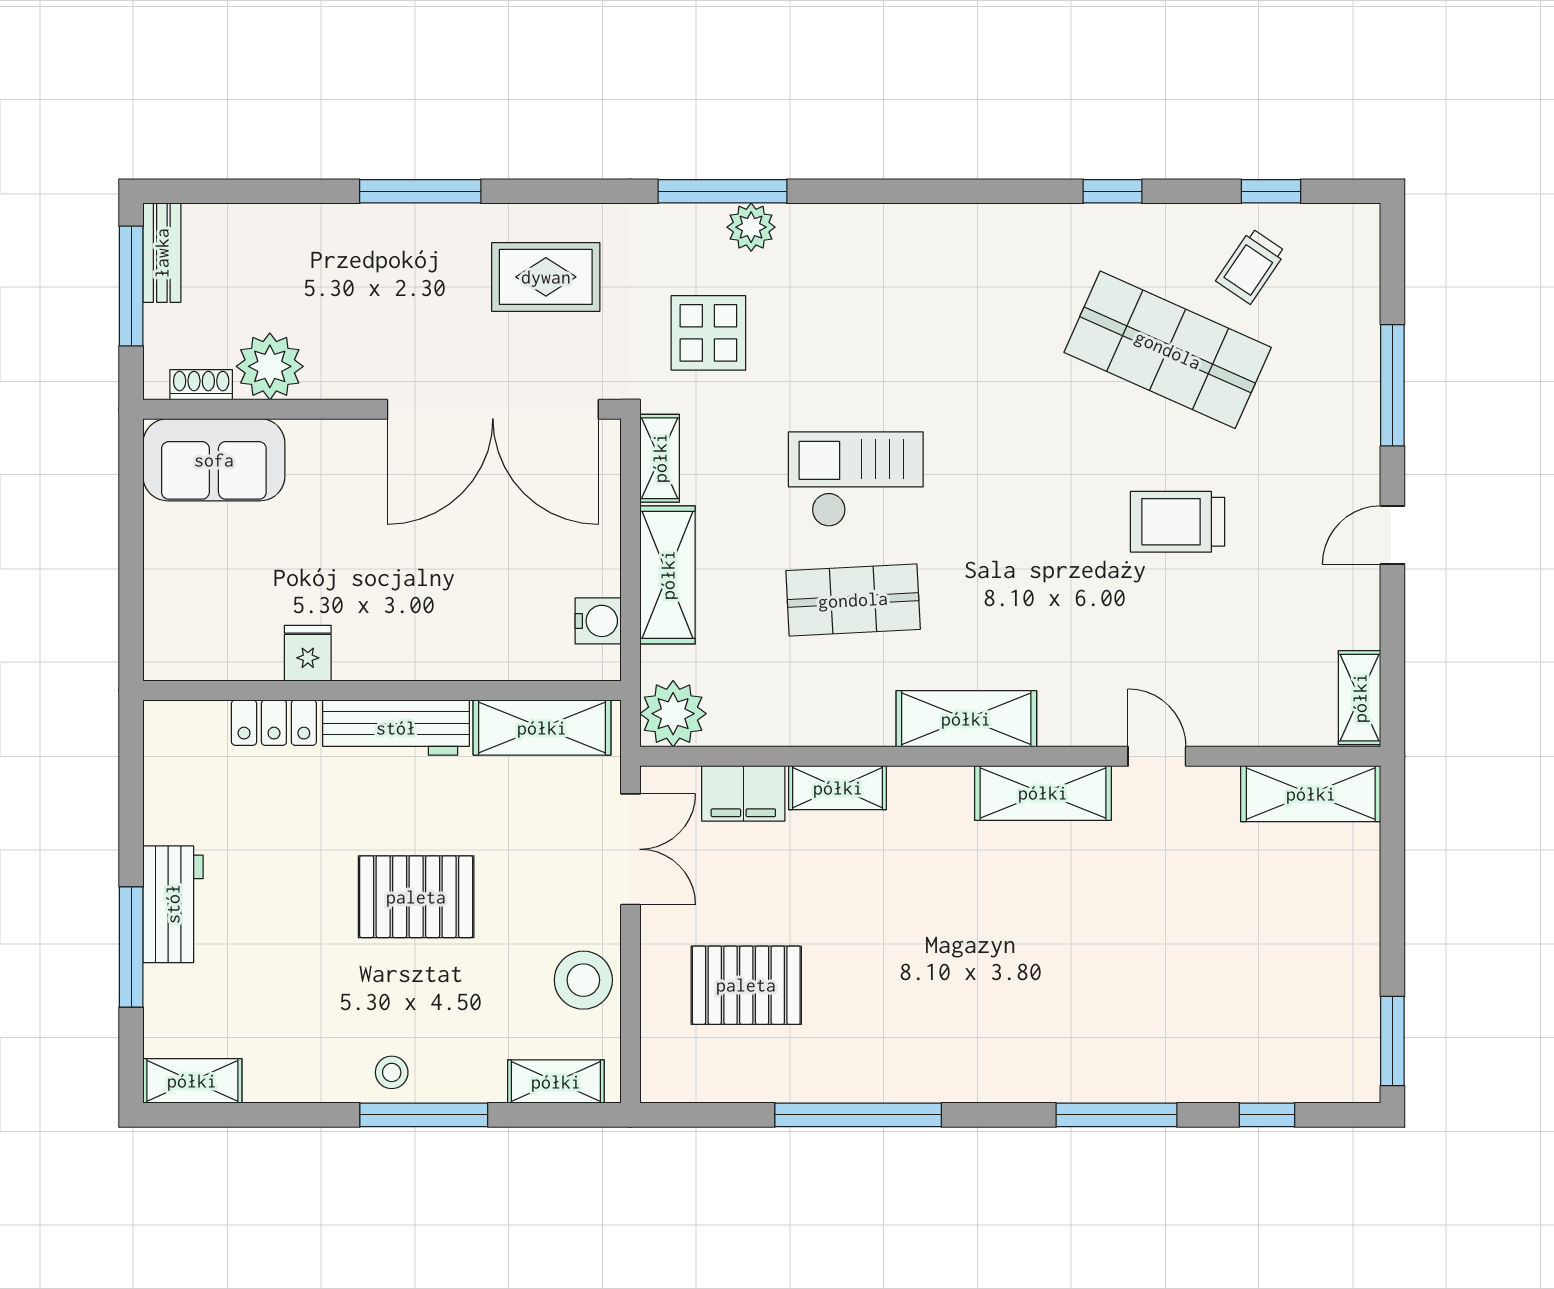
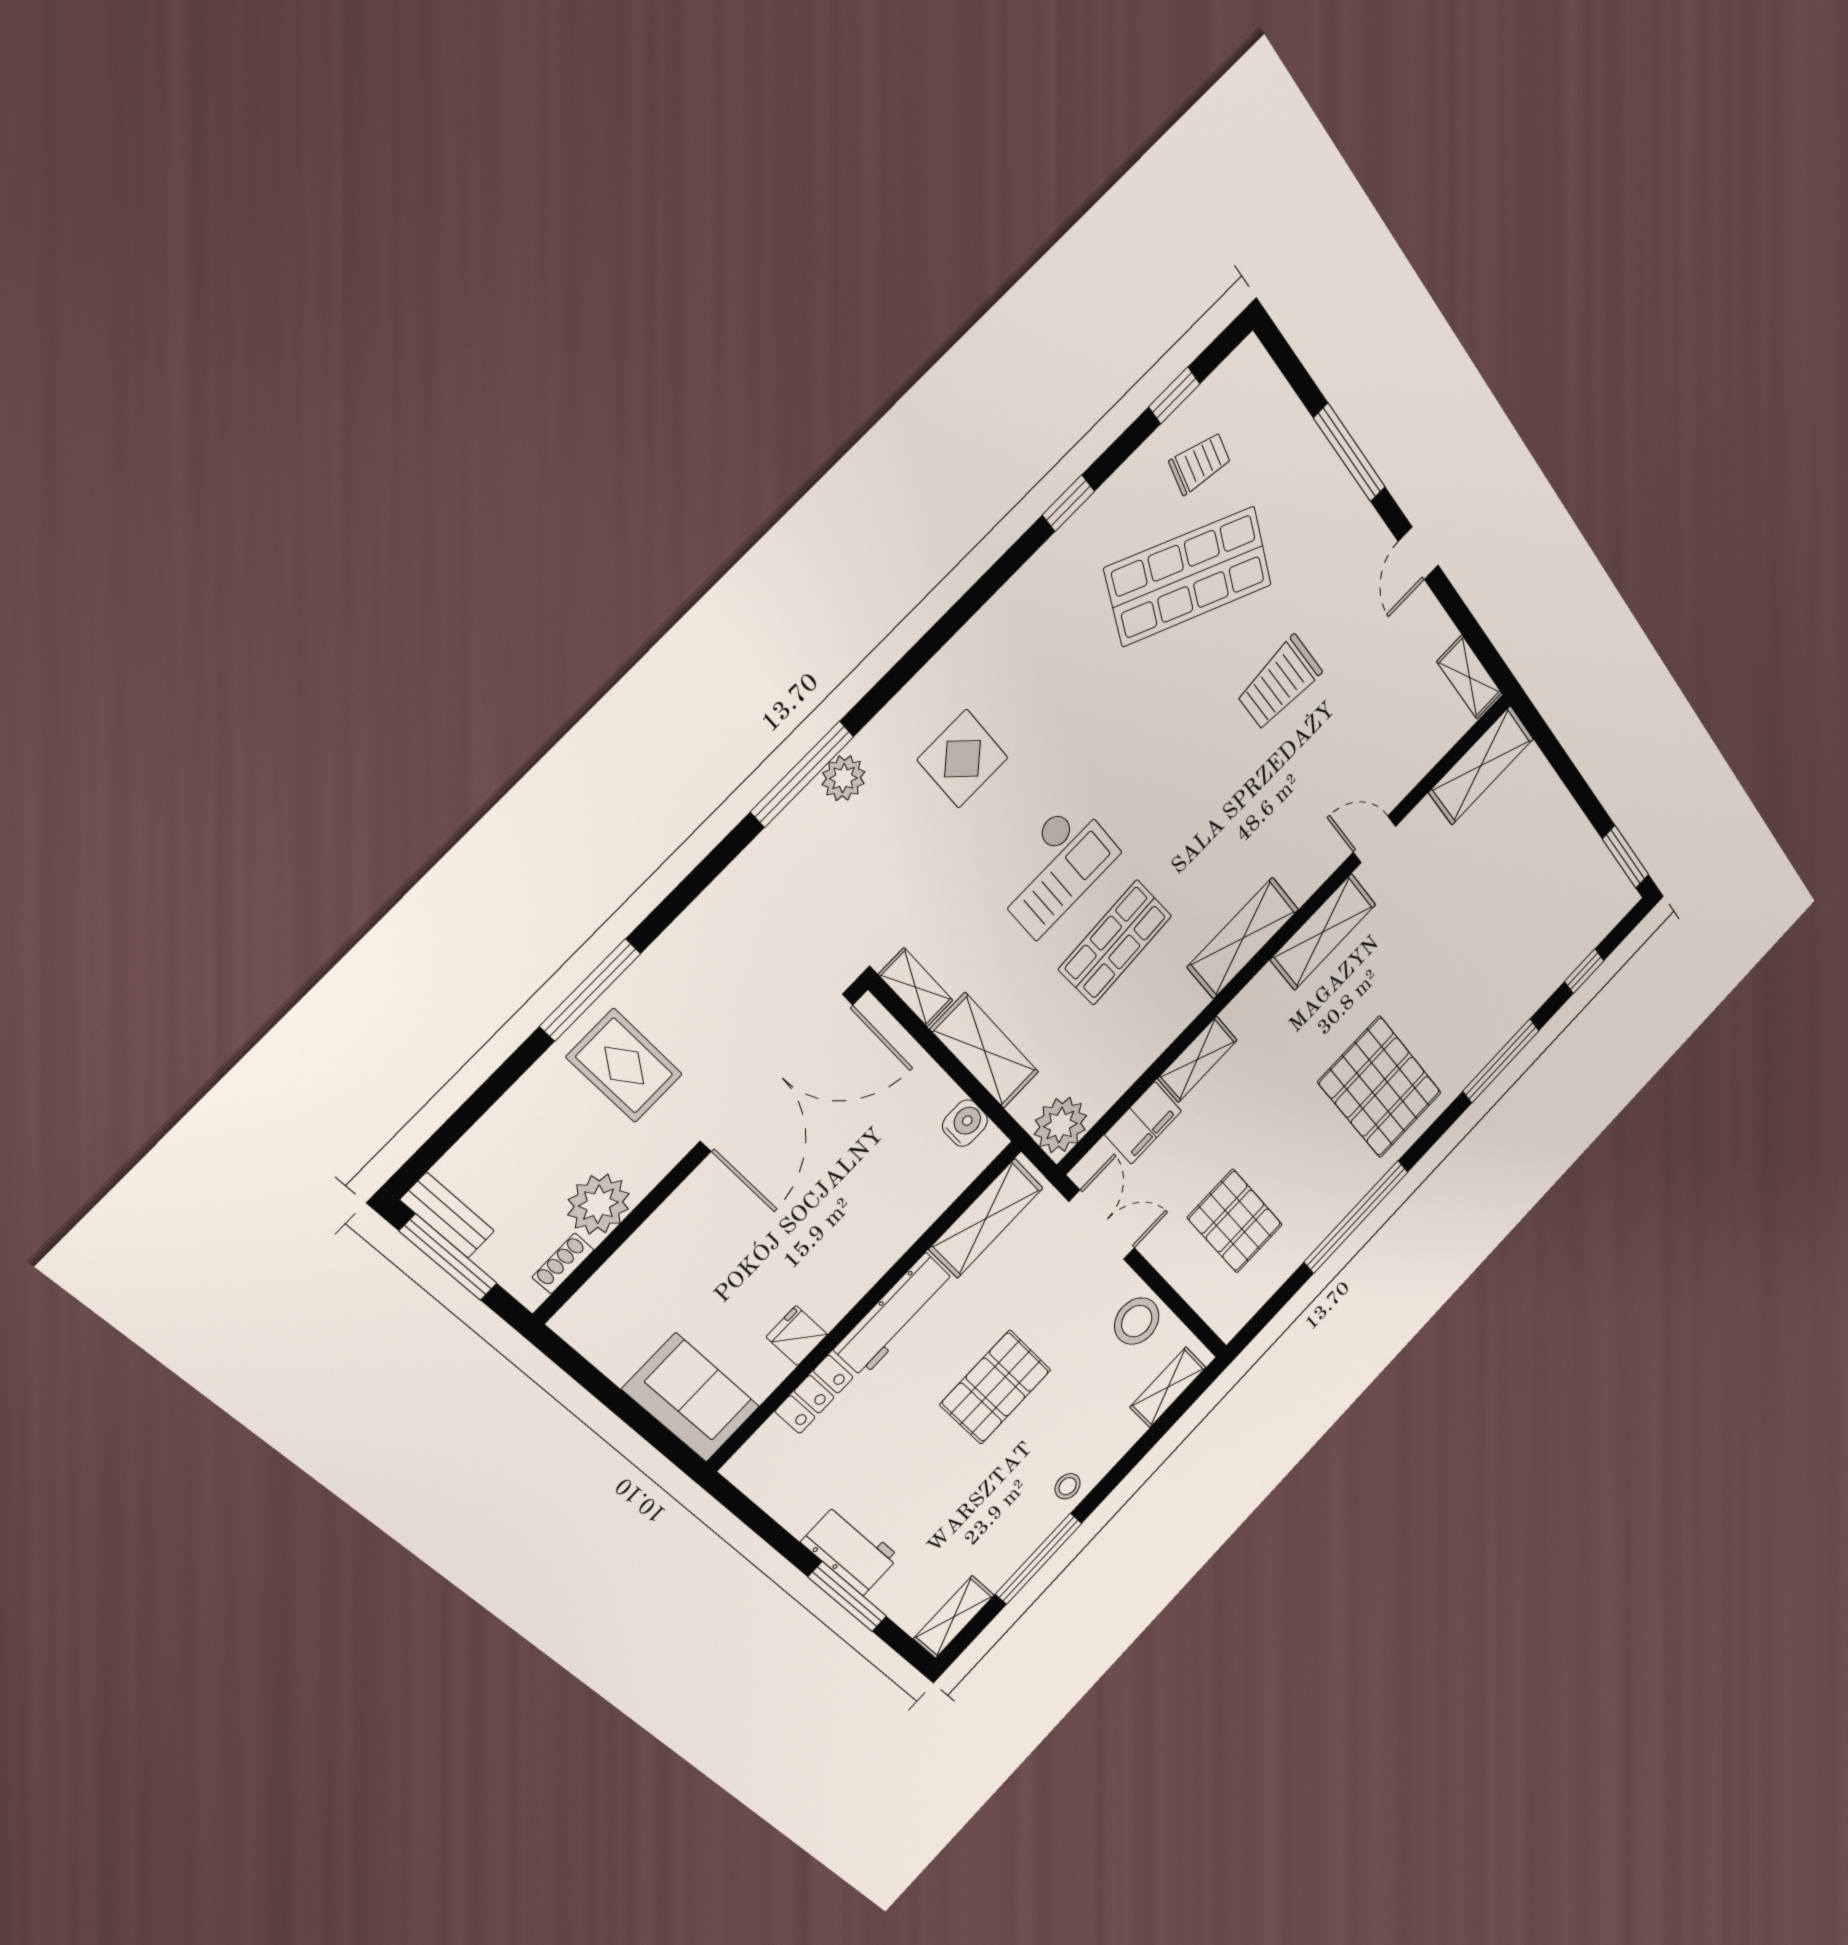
trolley: (1251, 266) -> (1200, 463), turned -111
rug: (546, 277) -> (624, 1066), moved, turned 90
display table: (708, 333) -> (963, 759), moved
sofa: (214, 460) -> (691, 1398), moved, turned -90
checkout: (856, 479) -> (1055, 868), turned 180
pallet: (746, 985) -> (1235, 1221), turned 90
pallet: (980, 1007) -> (1380, 1087), added
window: (424, 1115) -> (1039, 1559), moved

